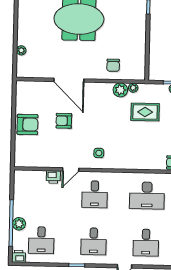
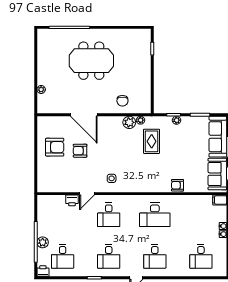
rug: (145, 112) -> (152, 141), turned 90
armchair: (27, 124) -> (55, 147), moved

